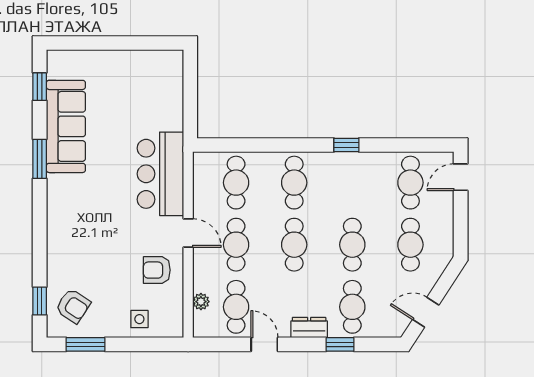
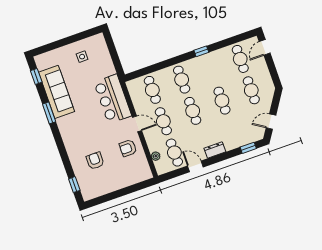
armchair: (73, 306) -> (95, 161), moved, turned -123
cafe table: (352, 307) -> (233, 132), removed
side table: (139, 319) -> (82, 57), moved
window: (85, 344) -> (105, 198), removed
window: (340, 344) -> (248, 148), moved

